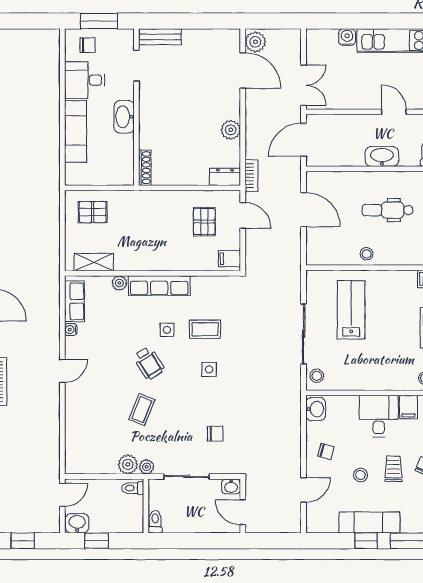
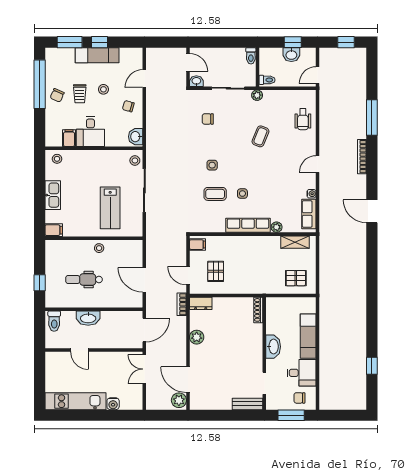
dental chair: (388, 210) -> (84, 280), turned 180
wheelchair: (149, 363) -> (303, 119), moved, turned -148
plant: (128, 464) -> (271, 97), removed
washbasin: (77, 523) -> (291, 55), moved

